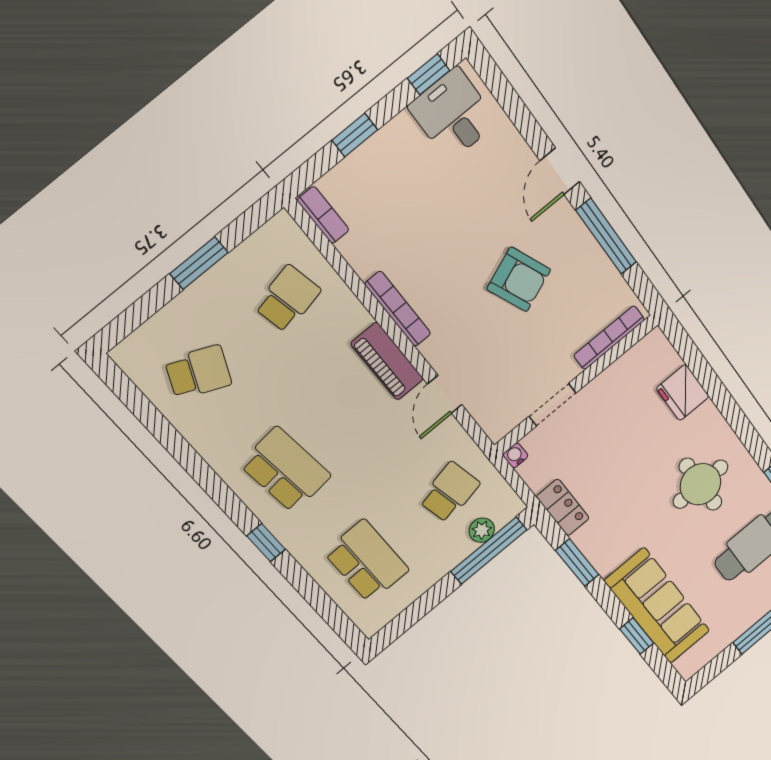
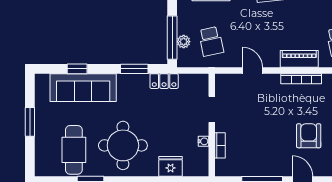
armchair: (519, 279) -> (309, 136), moved, turned 112
bookcase: (609, 338) -> (220, 145), width x0.64
piano: (387, 361) -> (299, 59), moved
water cooler: (515, 455) -> (203, 141), moved
round table: (700, 484) -> (123, 145), width x1.36, depth x1.36

